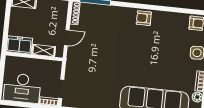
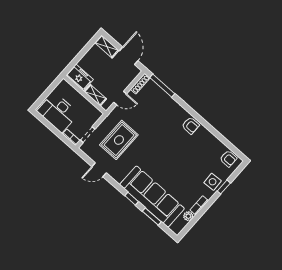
armchair: (144, 18) -> (191, 126), turned 180
rug: (91, 74) -> (119, 140), added

